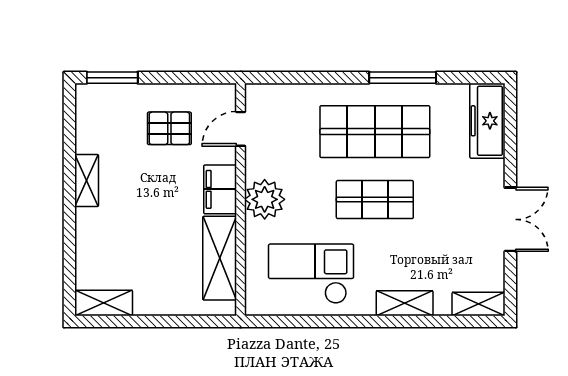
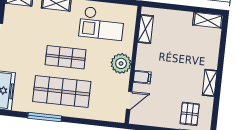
pallet: (169, 128) -> (190, 114), moved, turned 90
filing cabinet: (220, 189) -> (142, 77), width x0.50
shelving: (220, 258) -> (146, 29), width x0.67, depth x0.75

